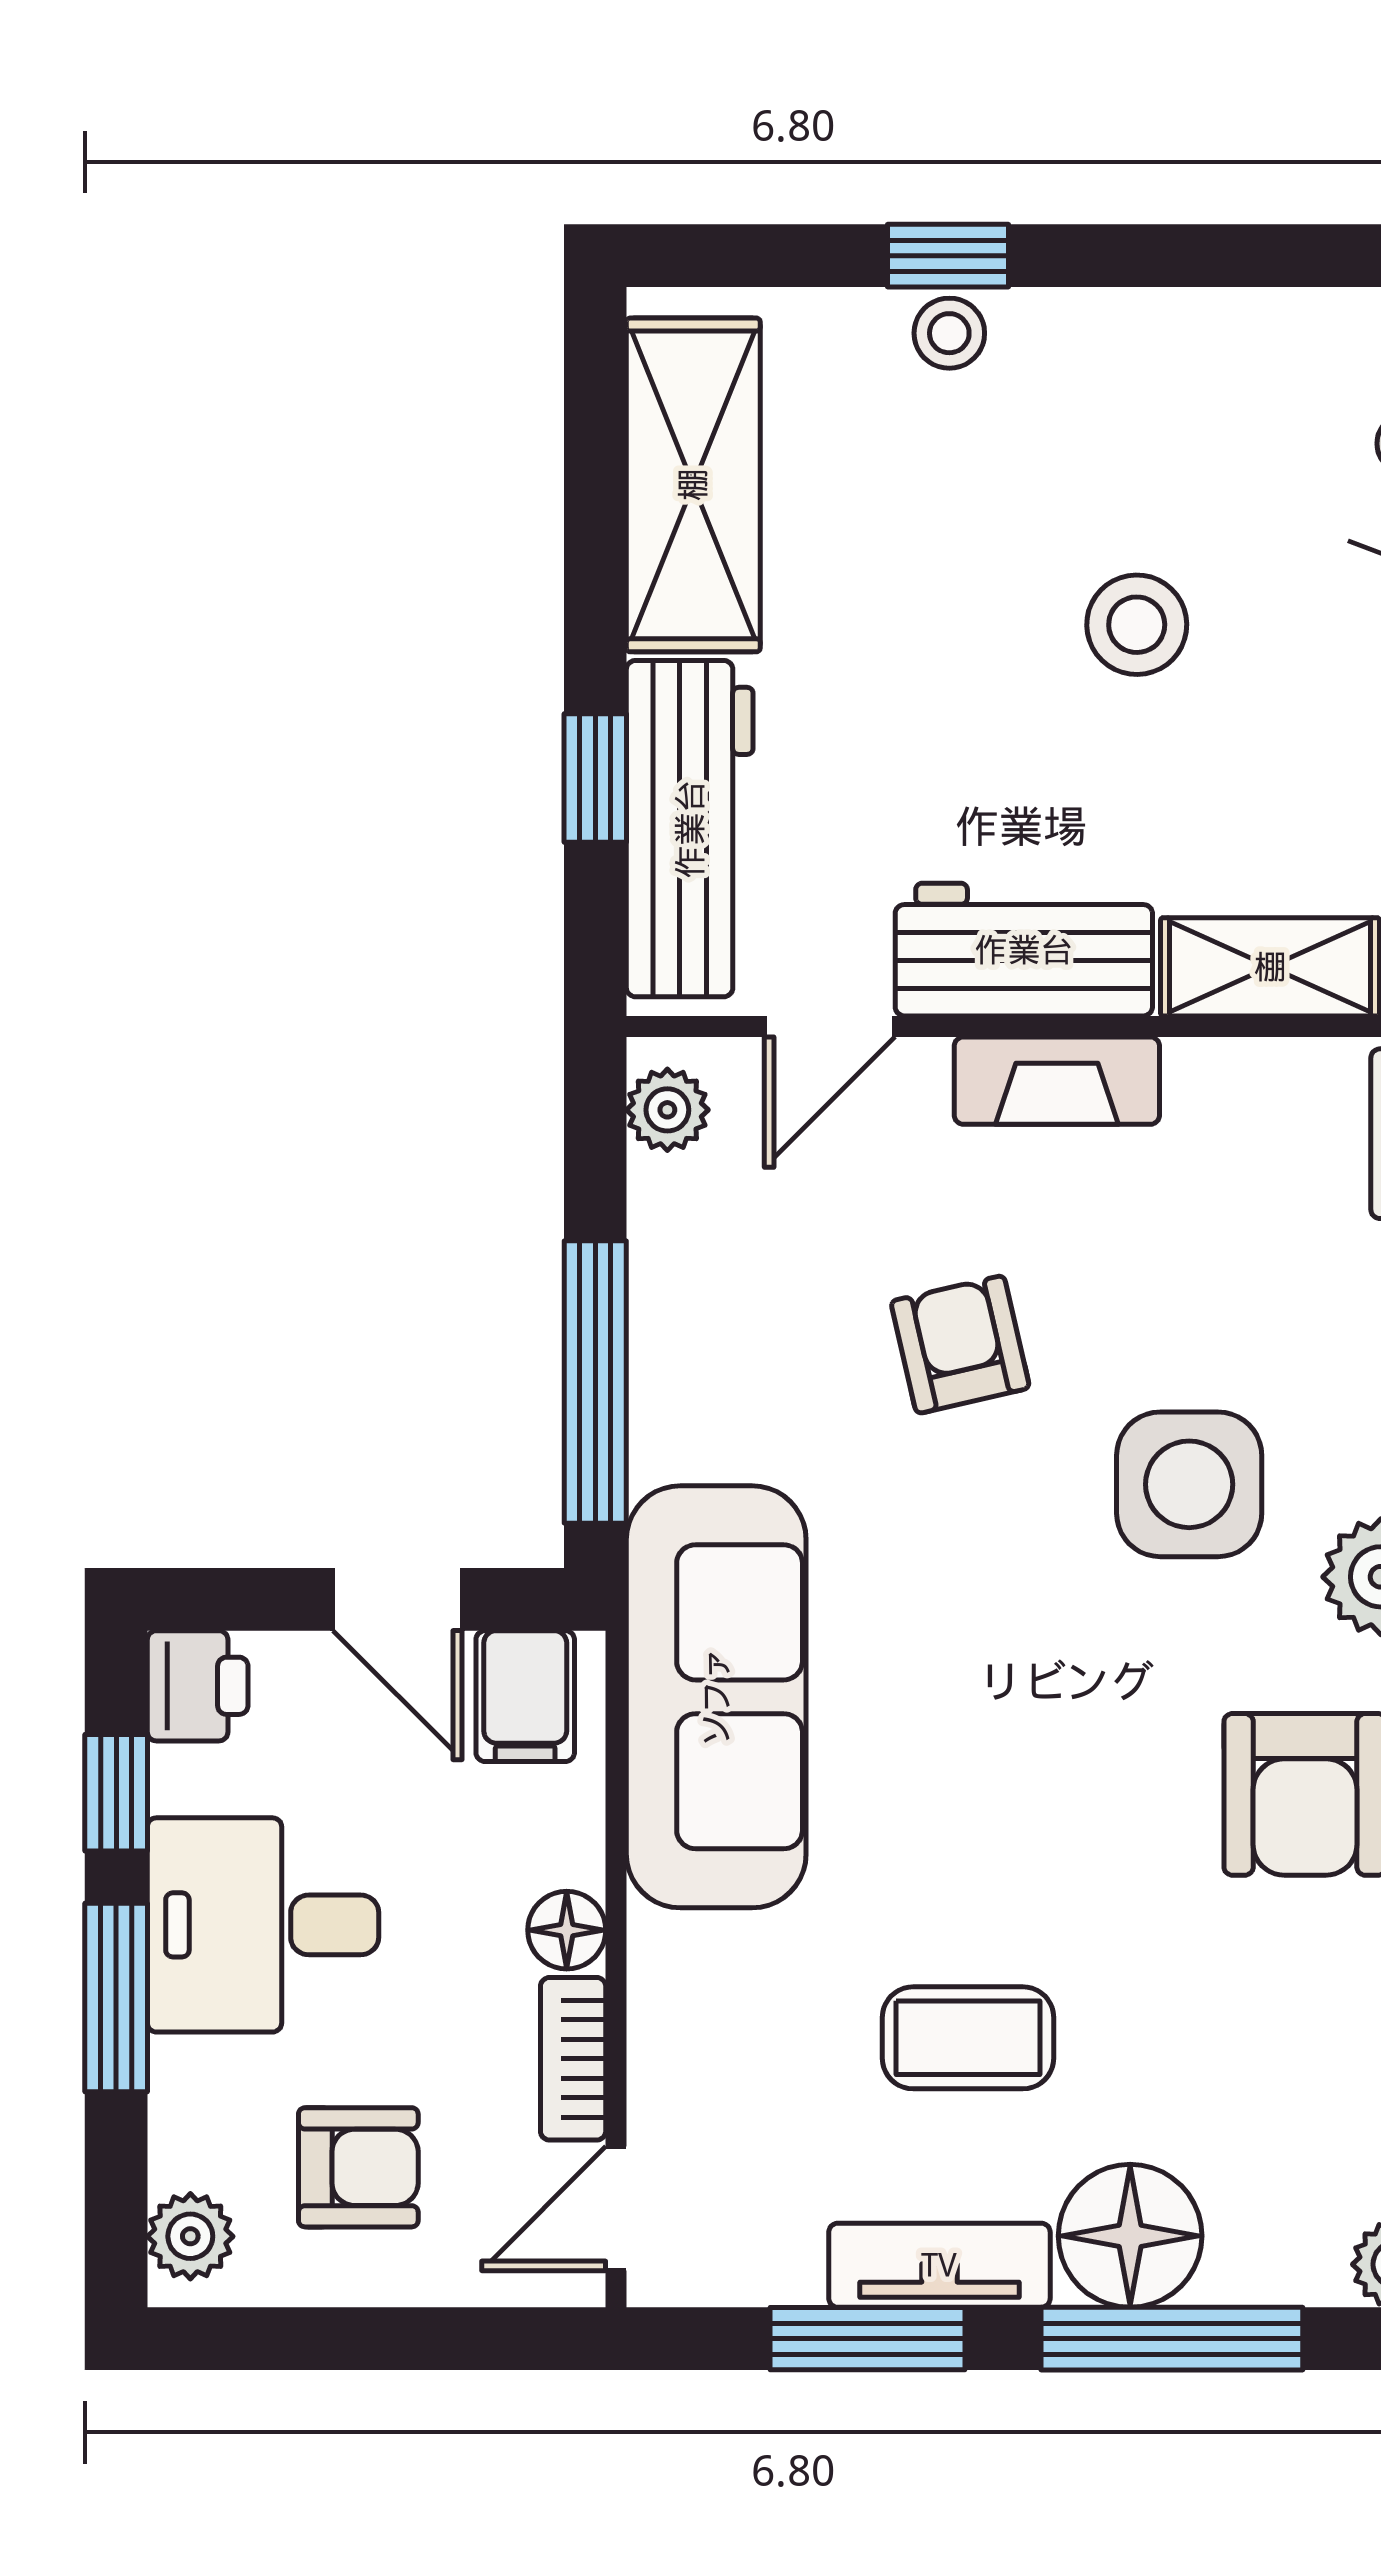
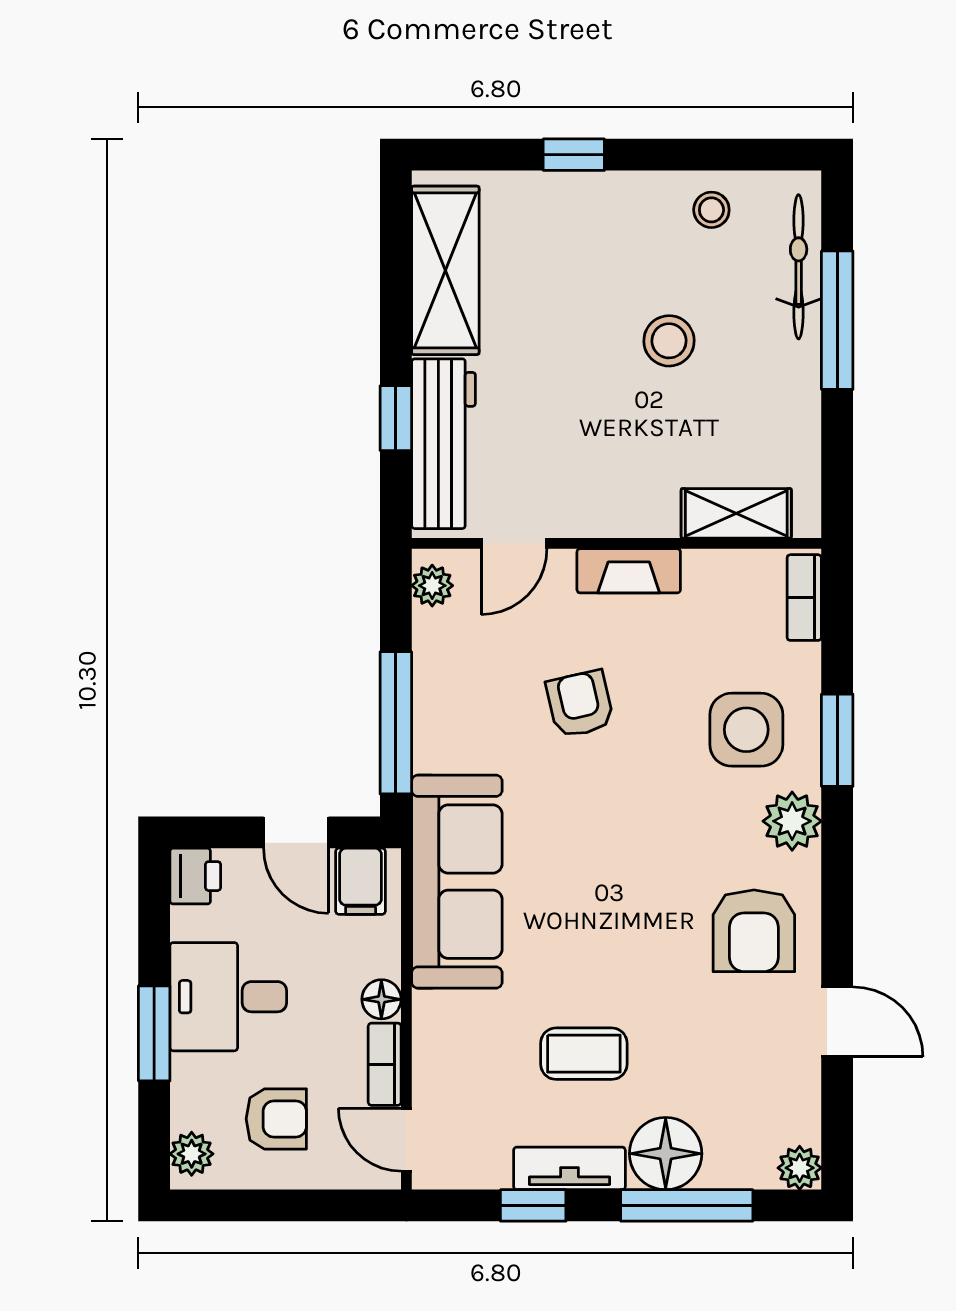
stool: (949, 333) -> (711, 210), moved
workbench: (1024, 950) -> (612, 505), removed
side table: (1189, 1484) -> (746, 730), moved
window: (116, 1793) -> (154, 930), removed
door: (616, 2208) -> (406, 1140), hinge flipped
window: (867, 2339) -> (533, 1205), width x0.67

